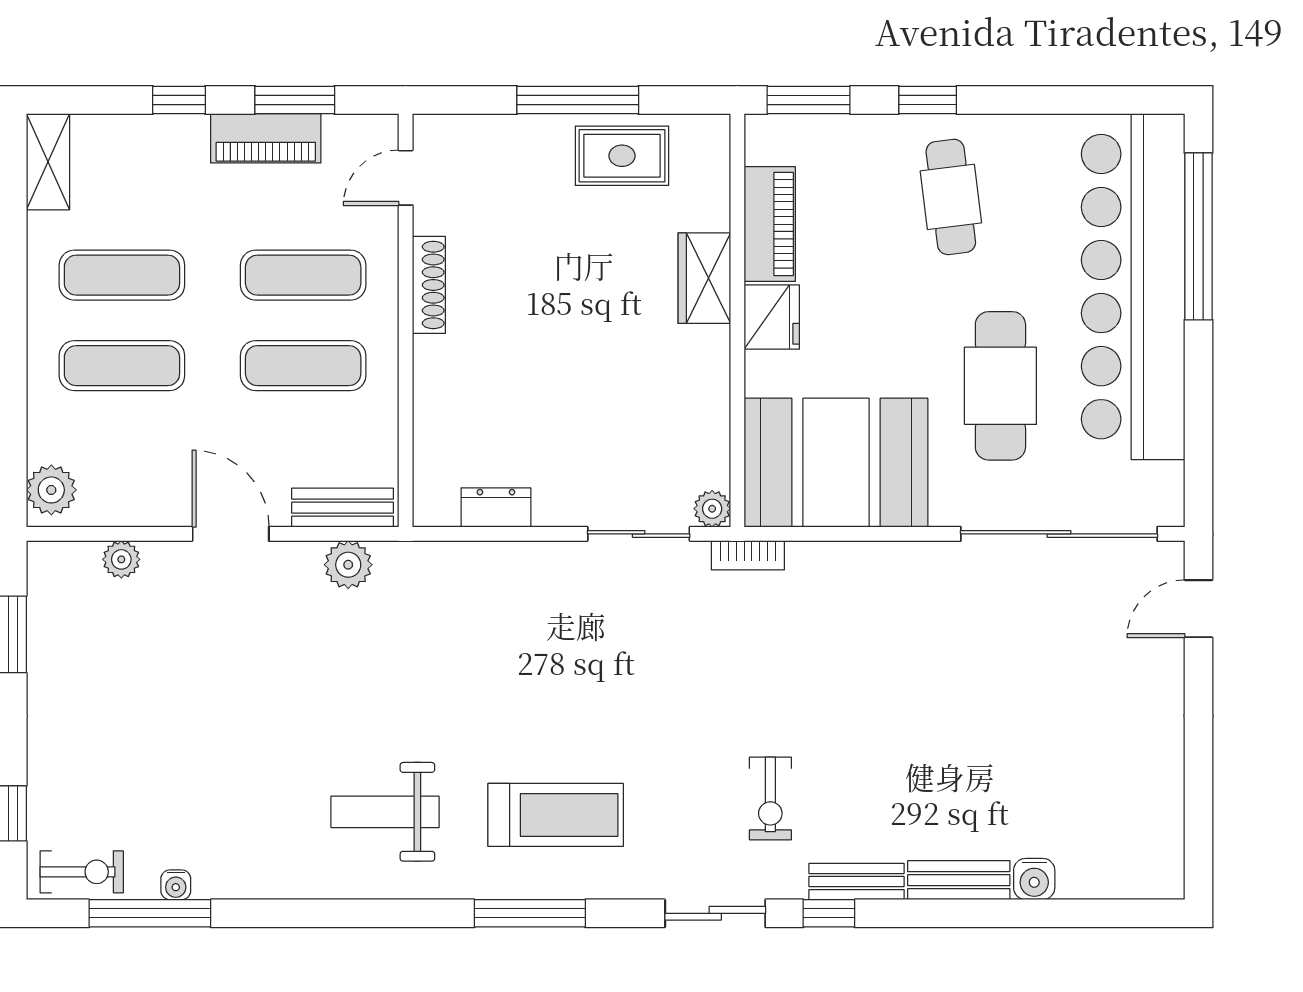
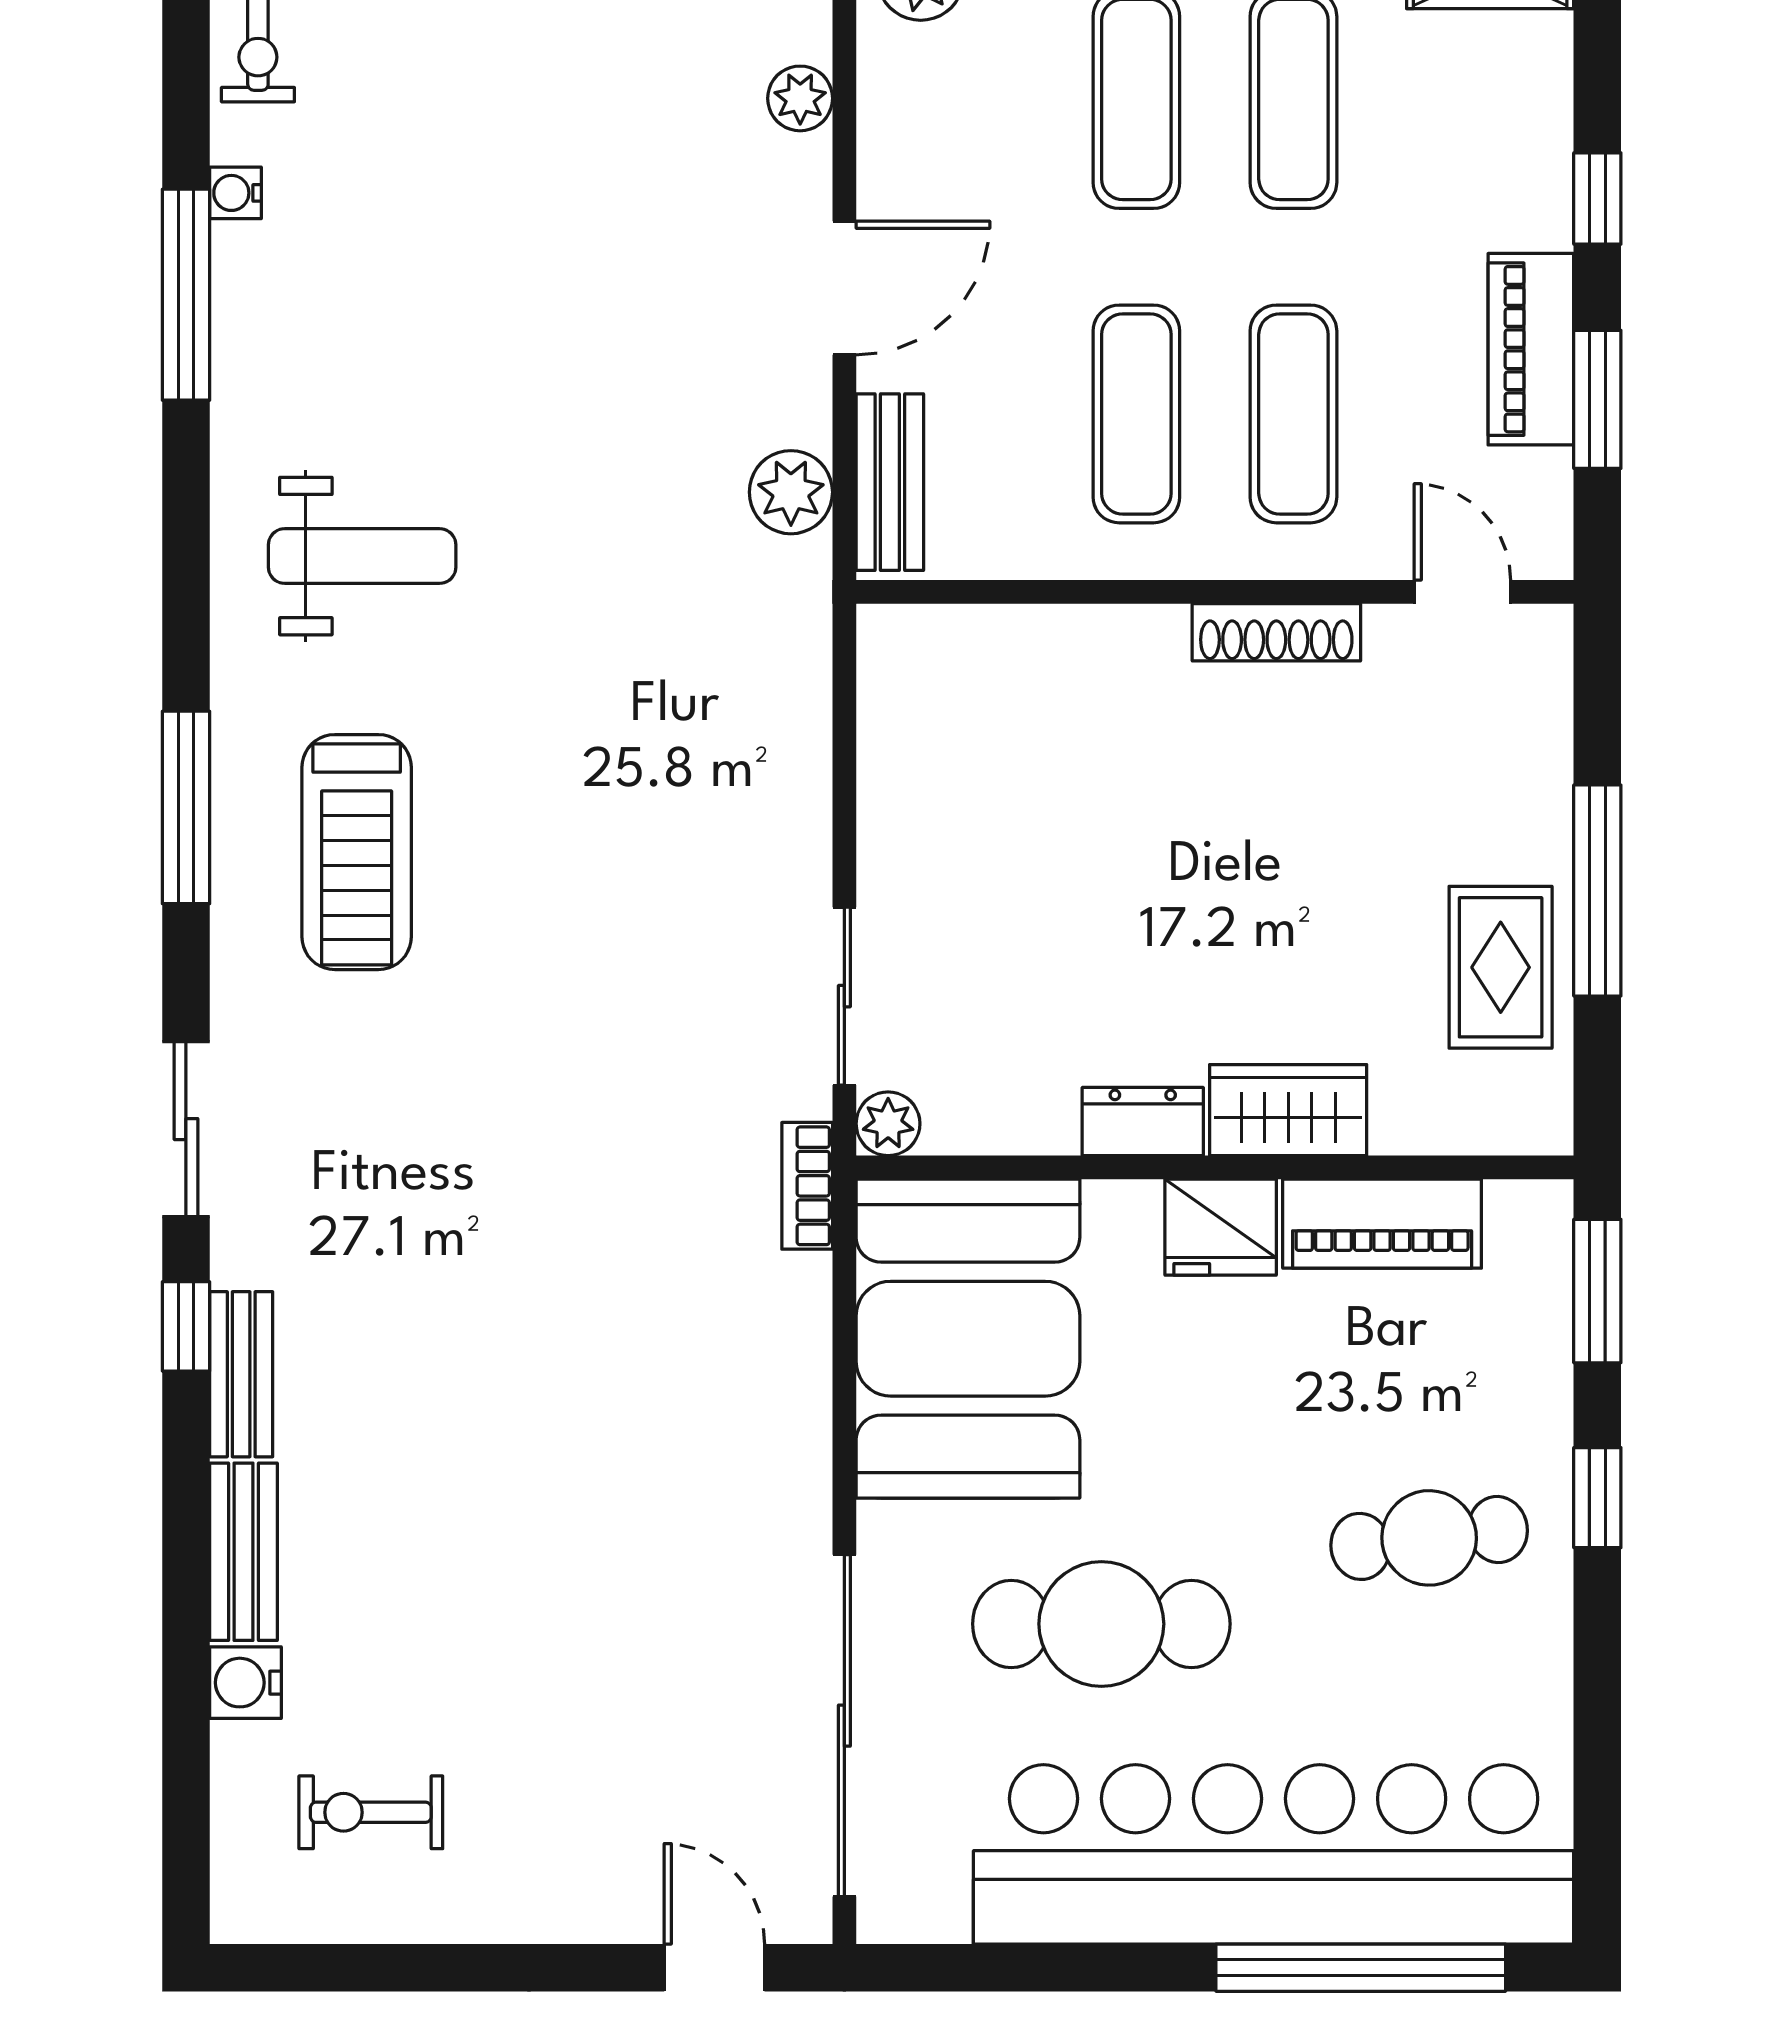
dresser: (496, 507) -> (1143, 1122), moved, turned -90
exercise bike: (770, 799) -> (371, 1812), moved
weight bench: (385, 812) -> (362, 556), turned 90
window: (150, 913) -> (186, 295), moved

